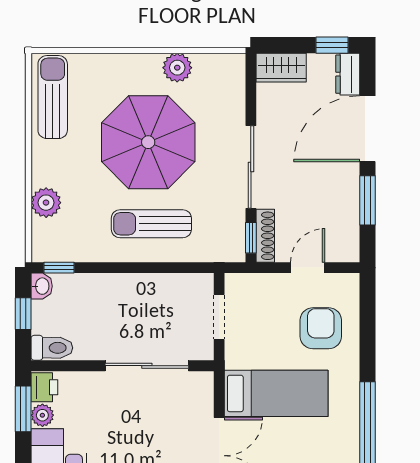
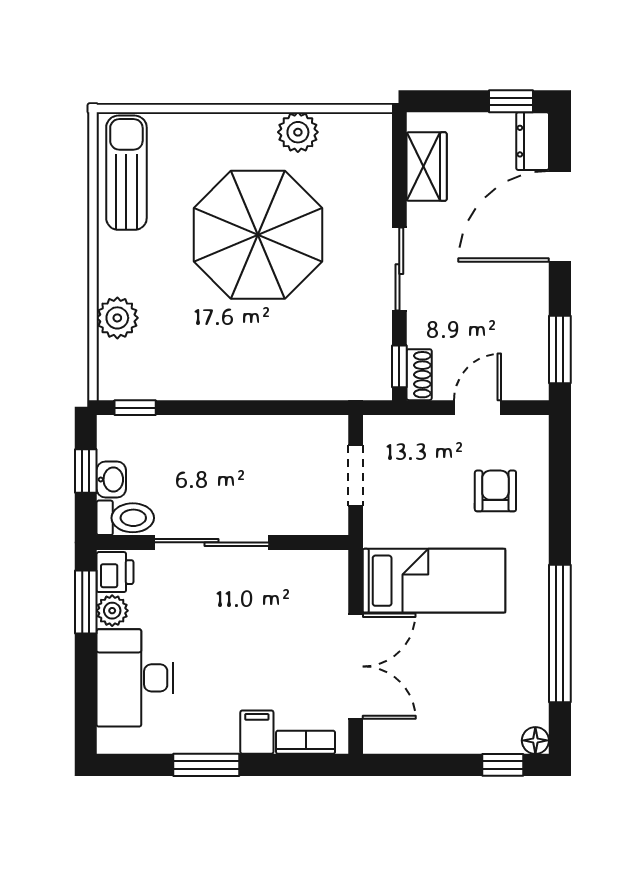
wardrobe: (281, 68) -> (427, 167), moved, turned -90
sliding door: (251, 167) -> (399, 269), width x0.73
window: (368, 200) -> (560, 350), moved
sun lounger: (151, 224) -> (262, 347), removed
shoe rack: (265, 236) -> (419, 375), width x0.70
washbasin: (42, 286) -> (111, 479), moved
armchair: (321, 328) -> (495, 491), width x0.72, depth x0.72
sliding door: (147, 366) -> (212, 542), moved

